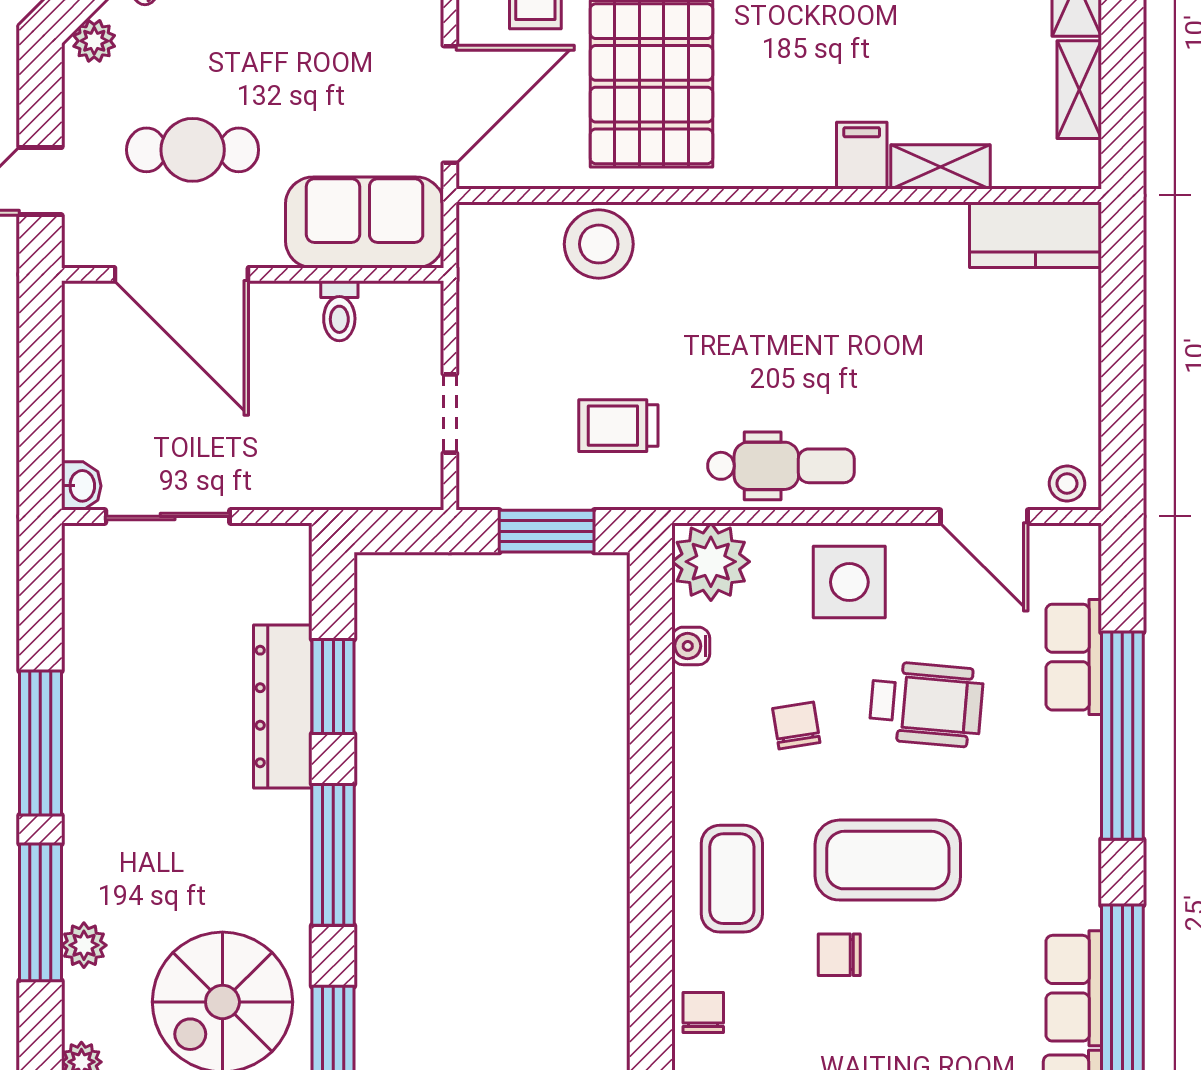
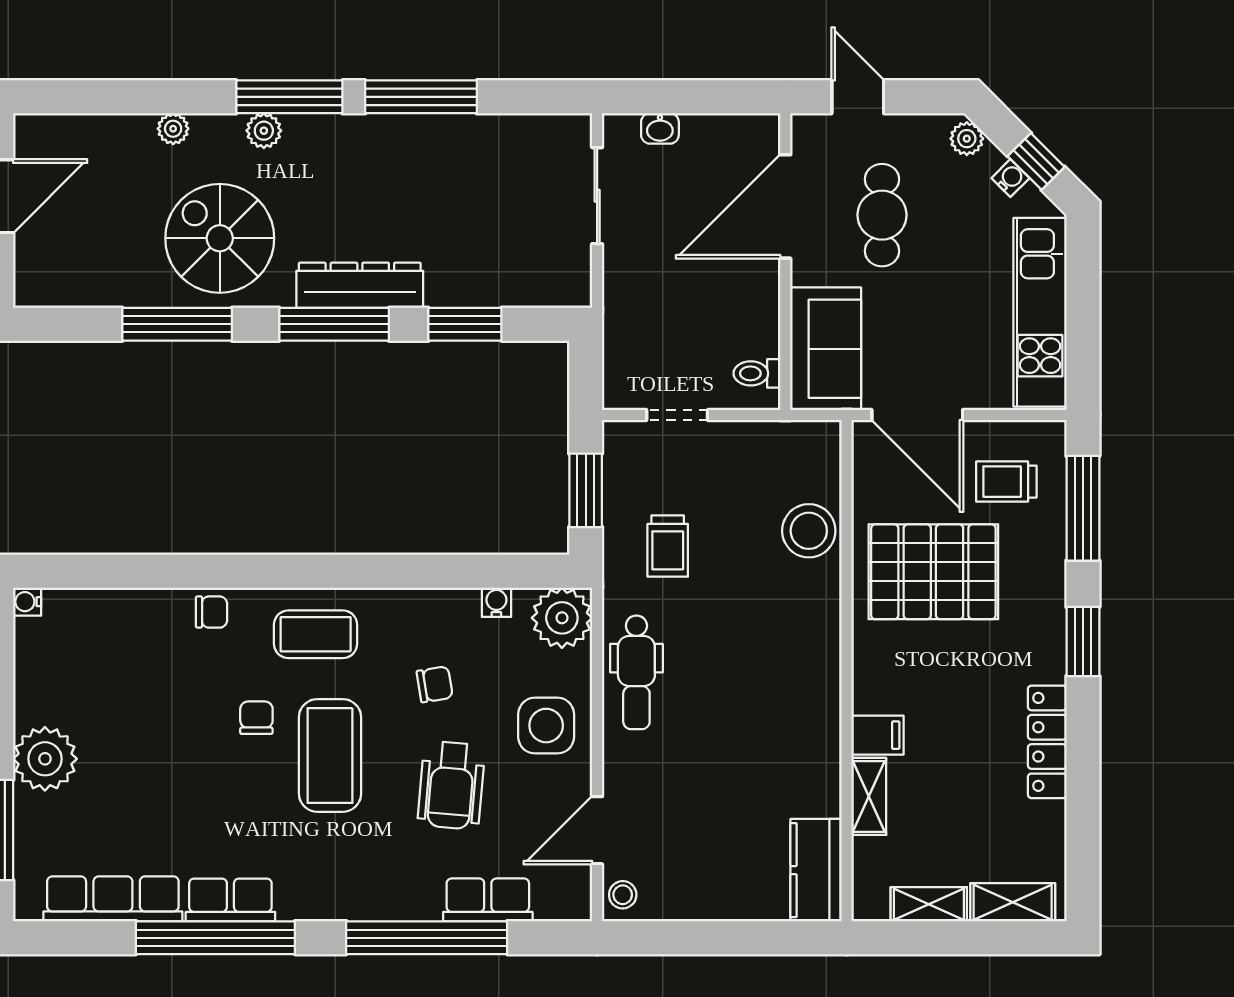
toilet: (339, 311) -> (757, 373), moved
trolley: (618, 426) -> (668, 546), turned 180
washbasin: (81, 486) -> (660, 128), moved
dresser: (283, 706) -> (360, 285), moved

